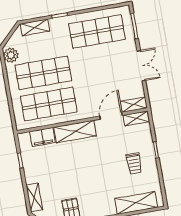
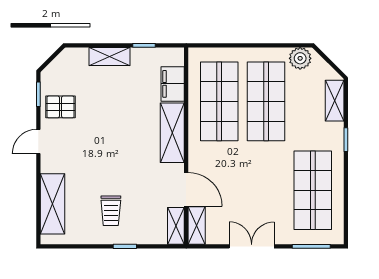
double door: (141, 66) -> (252, 246), swing flipped
trolley: (134, 163) -> (111, 211), turned -90
shelving: (34, 197) -> (110, 56), moved

